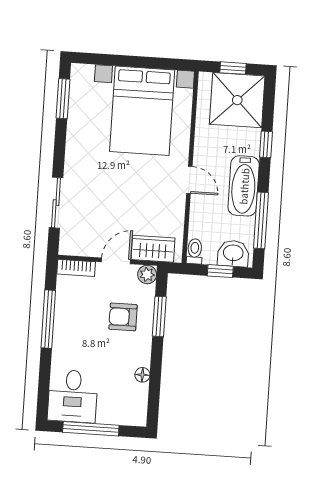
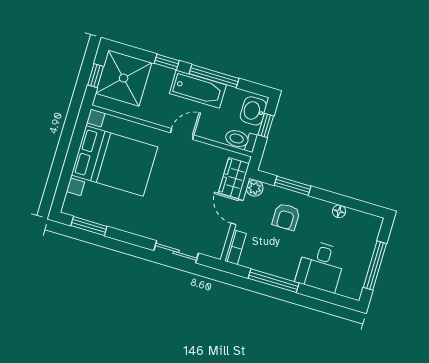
window: (261, 220) -> (214, 76), moved
toilet: (195, 251) -> (241, 140), width x1.37, depth x1.39
desk: (73, 396) -> (321, 266), moved, turned 90

